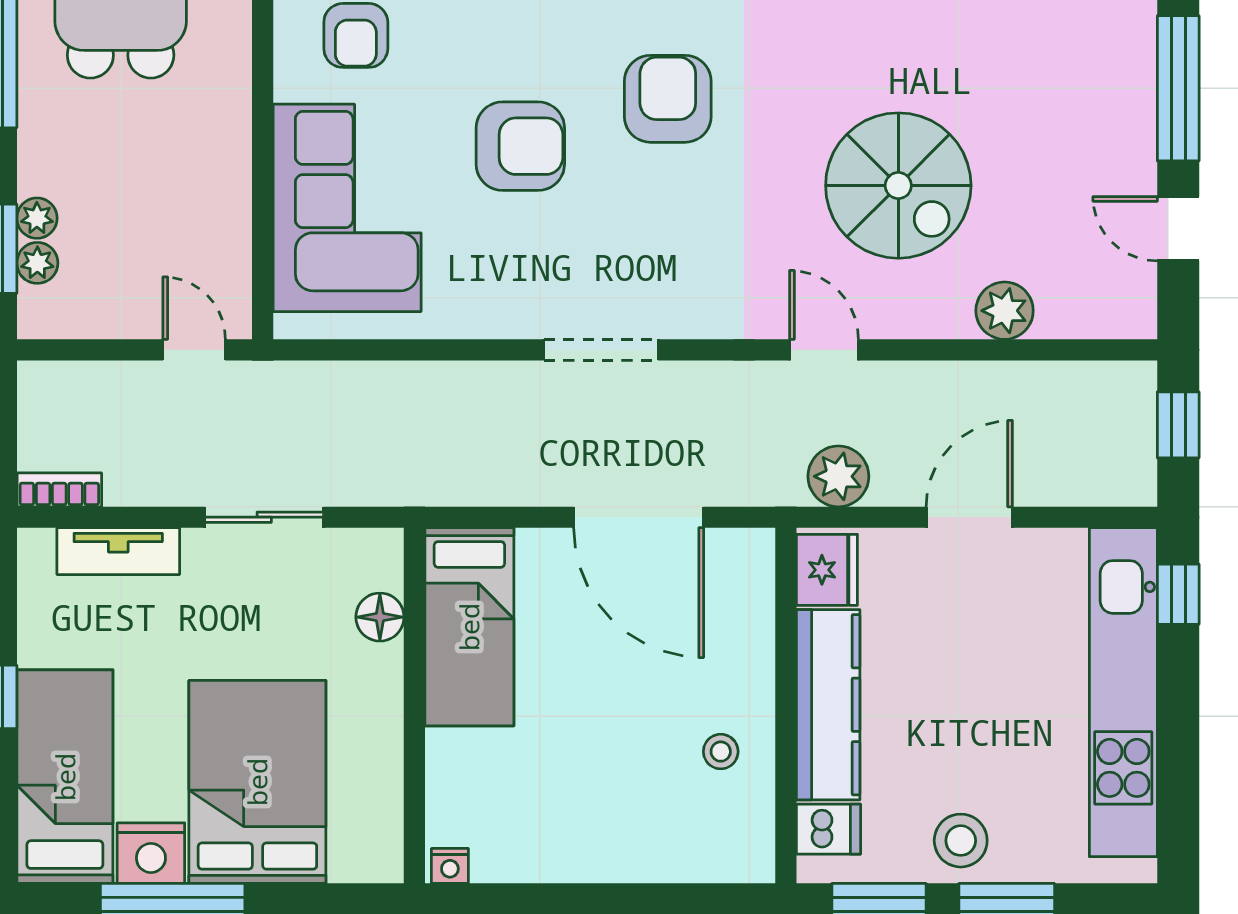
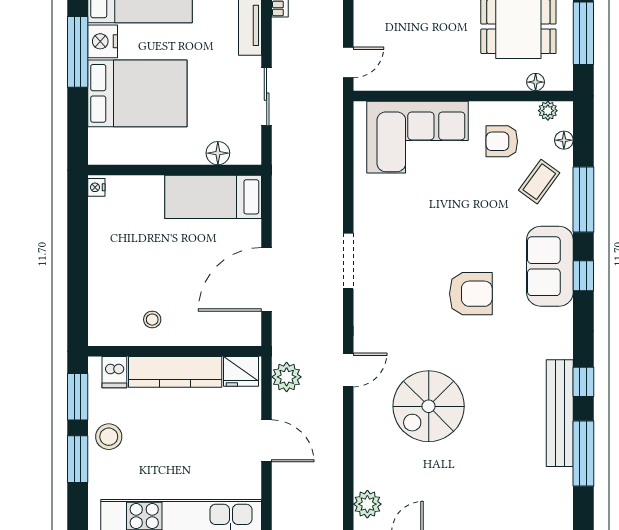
armchair: (520, 146) -> (448, 222), removed
plant: (1005, 311) -> (367, 504), moved

